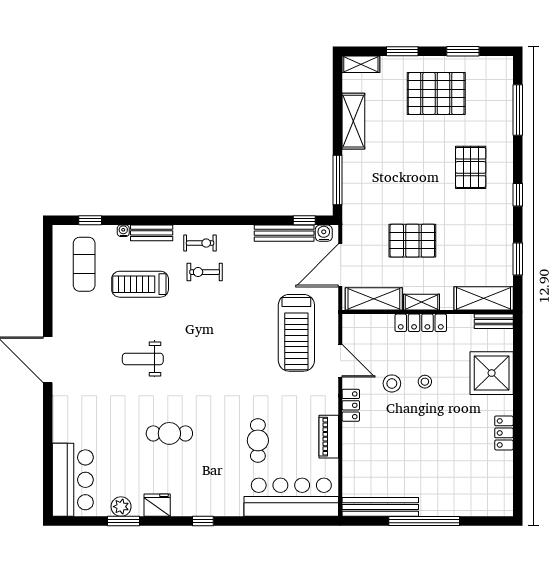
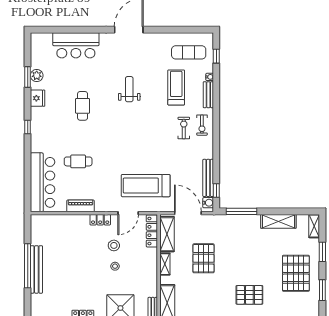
locker: (421, 323) -> (152, 231), moved
bar counter: (73, 480) -> (76, 45), moved
bench: (380, 507) -> (36, 269), moved

